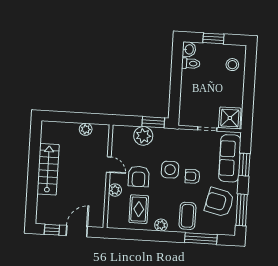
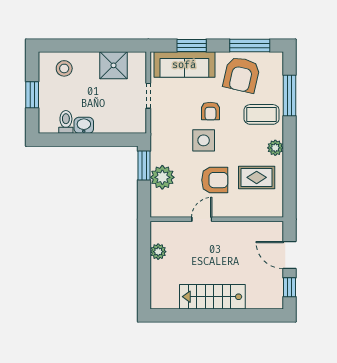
washbasin: (189, 49) -> (84, 125), moved
shower: (230, 118) -> (114, 65), moved
plant: (115, 190) -> (234, 209), removed

